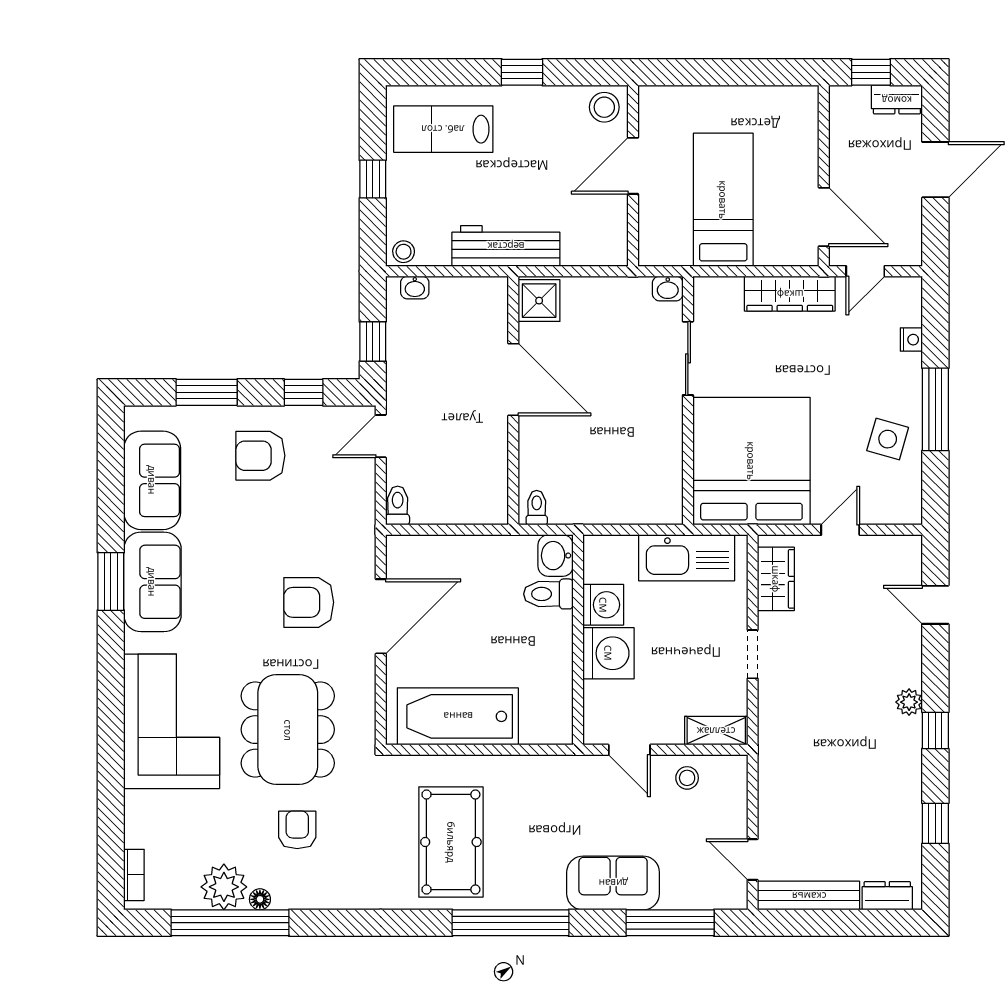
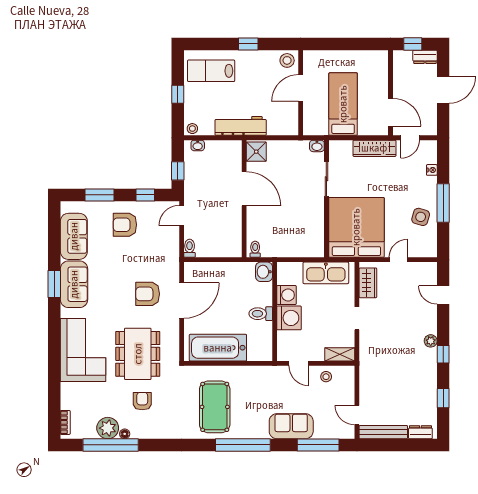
toilet: (548, 594) -> (261, 314), moved

